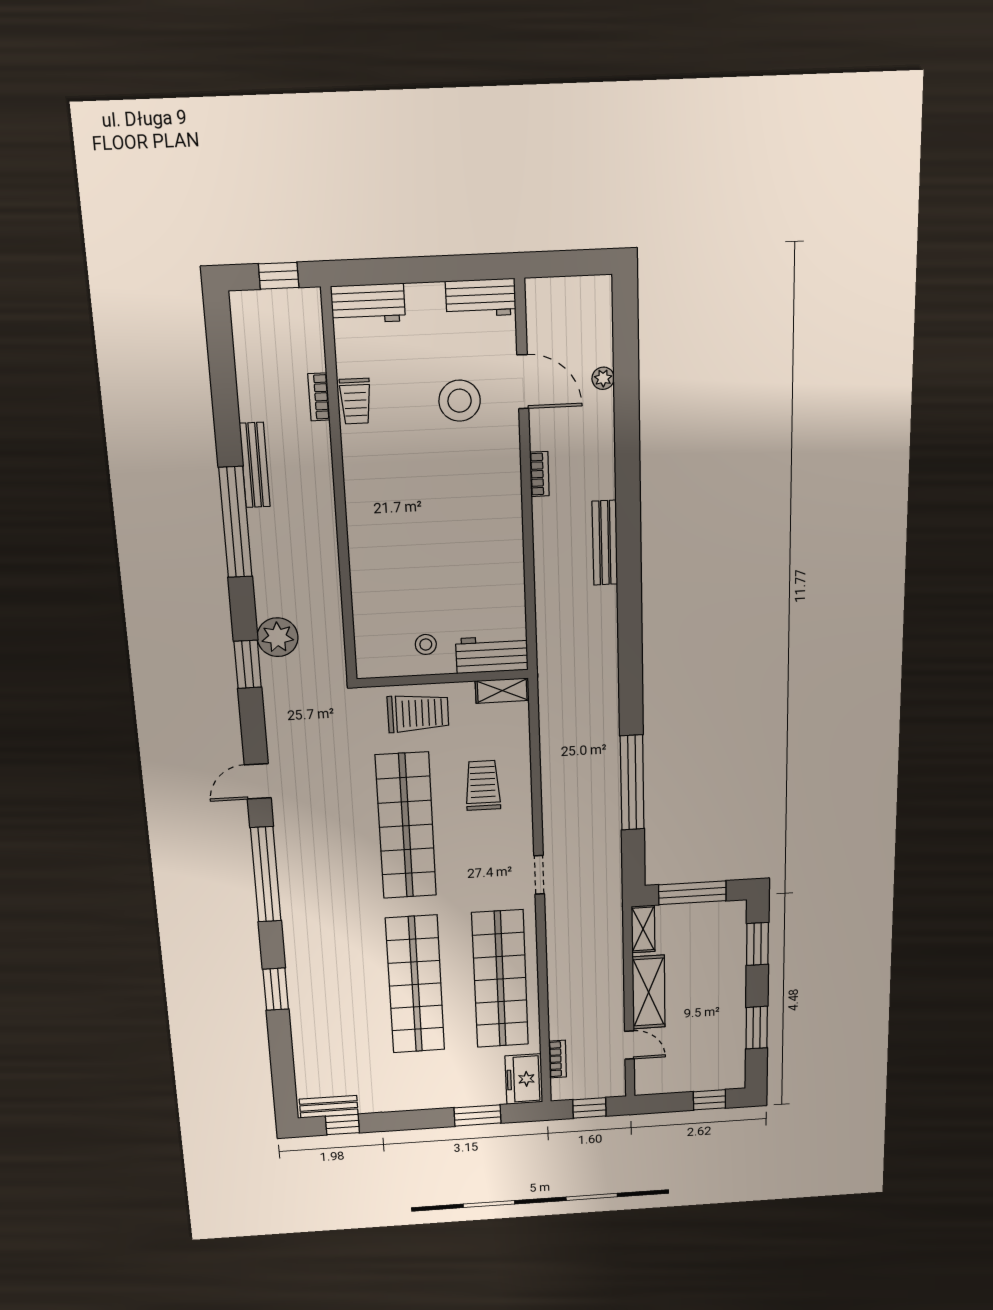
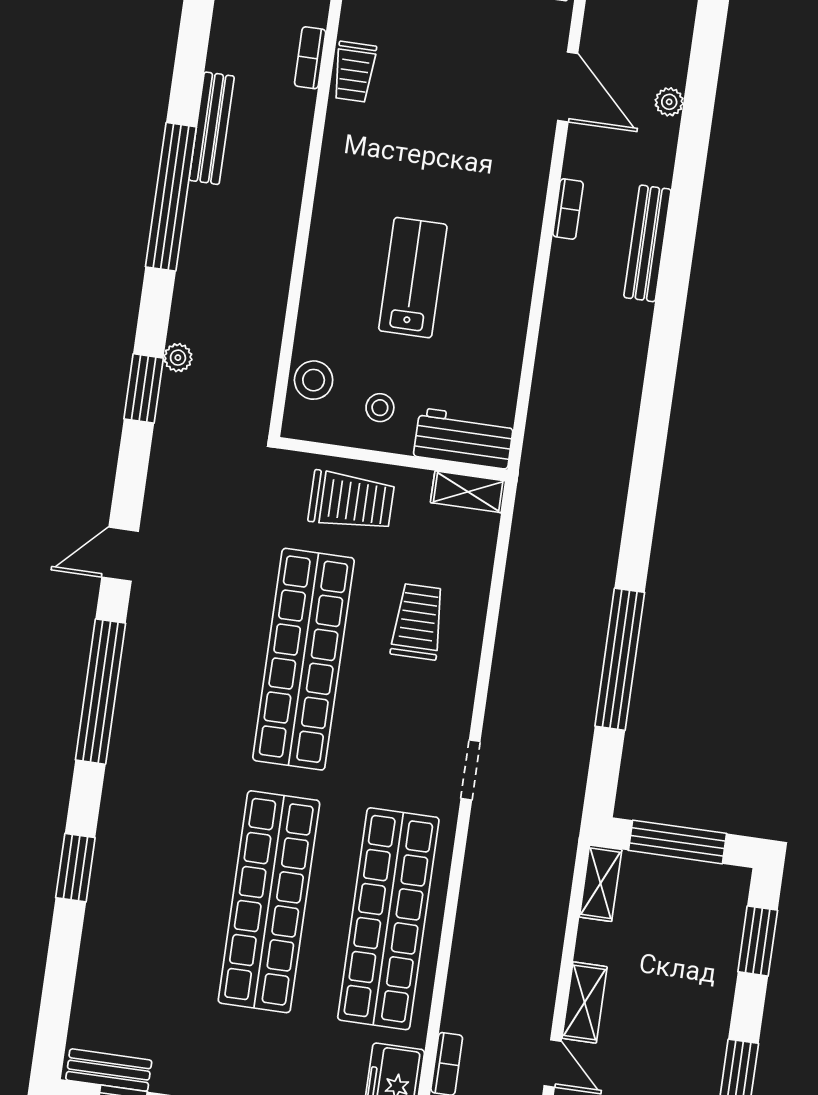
stool: (460, 401) -> (314, 380), moved, width x0.73, depth x0.73
bench: (605, 543) -> (647, 243), moved
lab bench: (432, 547) -> (413, 278), added
plant: (278, 637) -> (178, 358), width x0.53, depth x0.53
shelving: (649, 992) -> (585, 1002), width x0.67, depth x0.75

